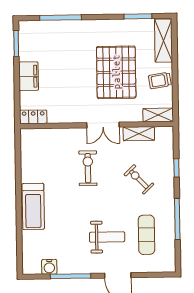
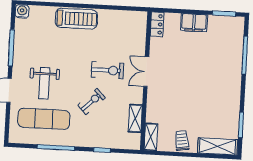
pallet: (116, 72) -> (192, 102), removed
double door: (103, 125) -> (146, 72), moved
exercise bike: (139, 179) -> (91, 102), moved
treadmill: (33, 206) -> (76, 19), turned 180
exercise mat: (146, 235) -> (44, 119), width x1.36, depth x1.45
water cooler: (49, 267) -> (22, 11), moved, turned 90

